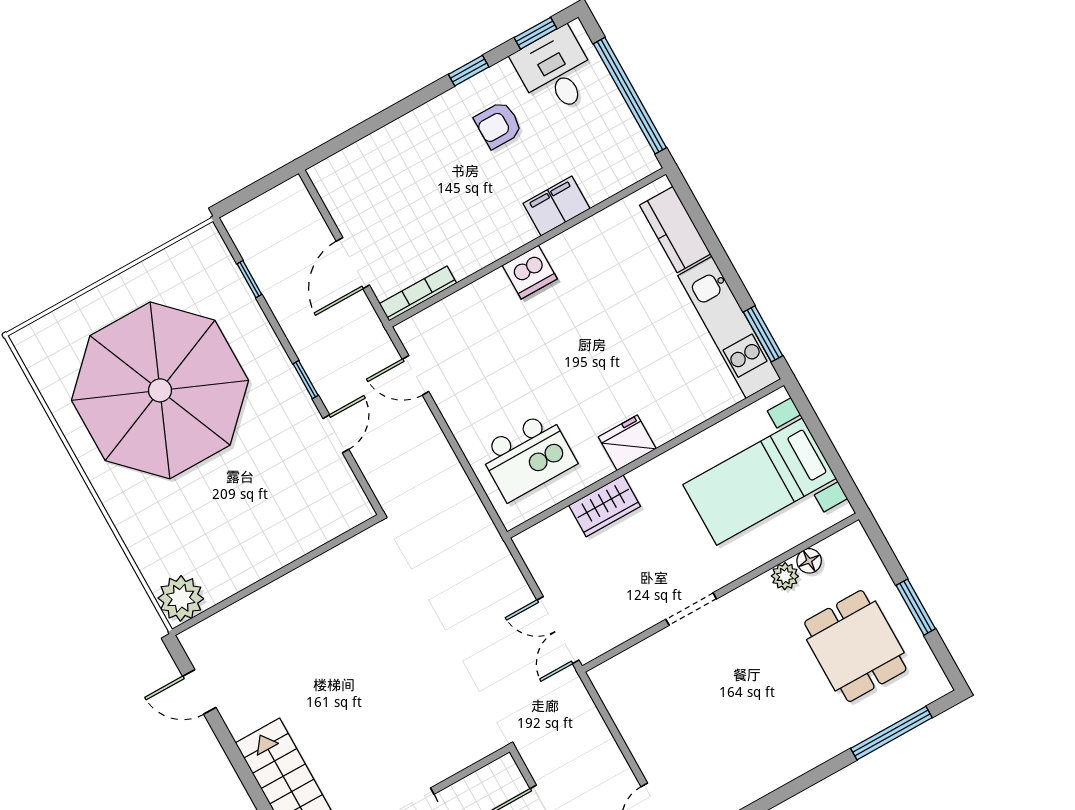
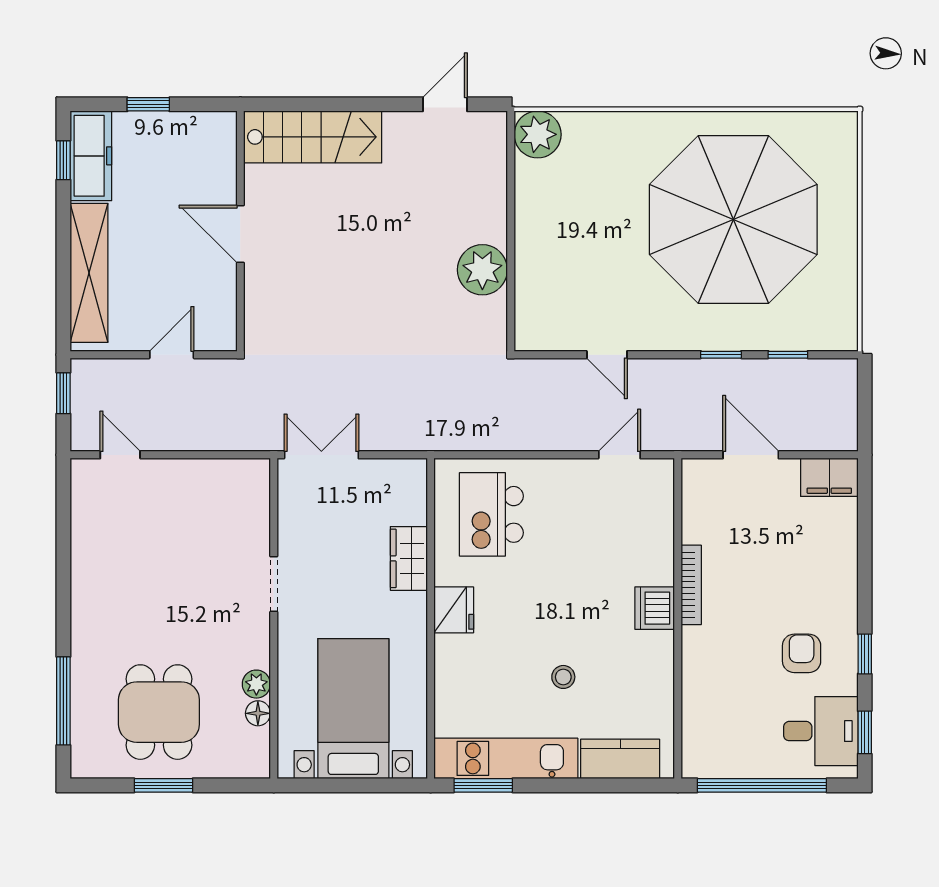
filing cabinet: (556, 206) -> (829, 477), moved, turned 90
bookcase: (418, 293) -> (691, 585), moved
stool: (632, 317) -> (563, 677), added
window: (306, 380) -> (721, 355), moved
plant: (323, 581) -> (482, 270), added
dining table: (855, 646) -> (159, 712), turned 90

